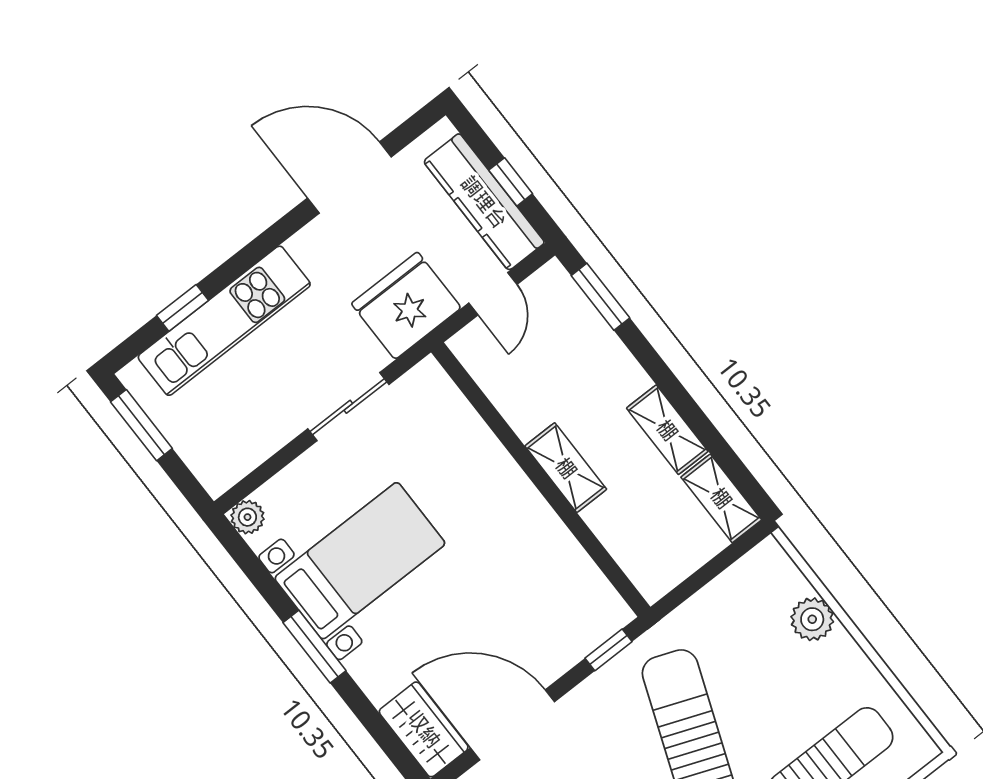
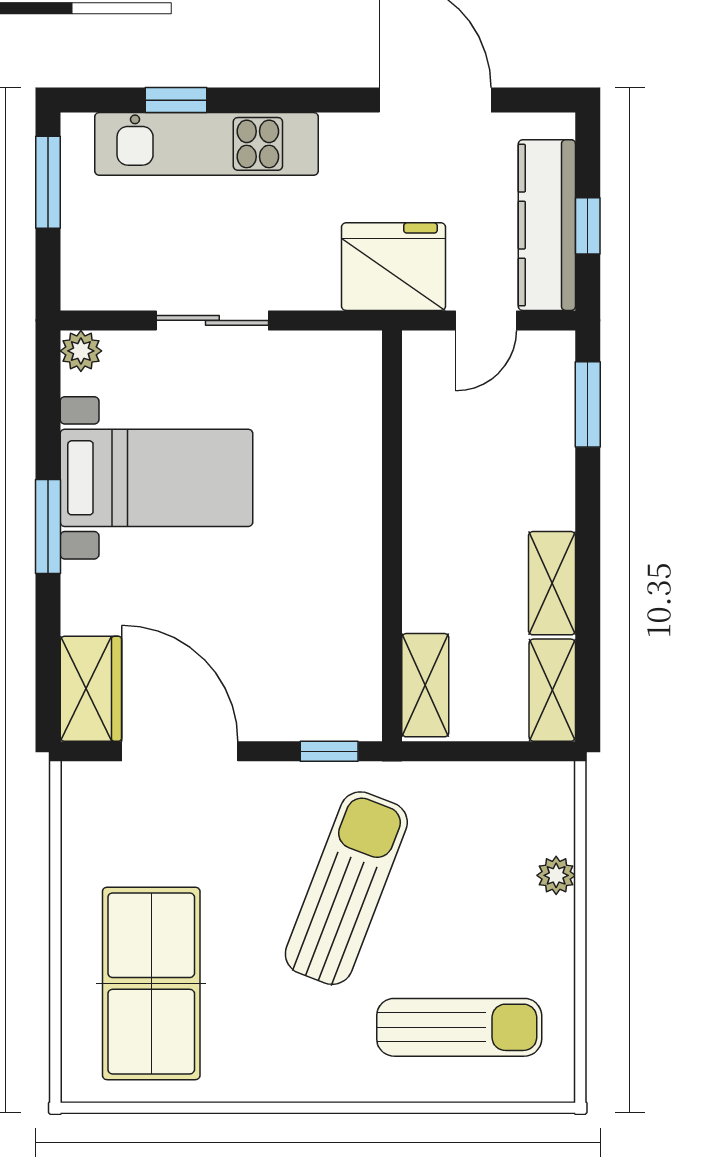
sliding door: (348, 407) -> (212, 320), moved
shelving: (566, 468) -> (425, 685), moved
plant: (812, 619) -> (556, 875), width x0.73, depth x0.73

